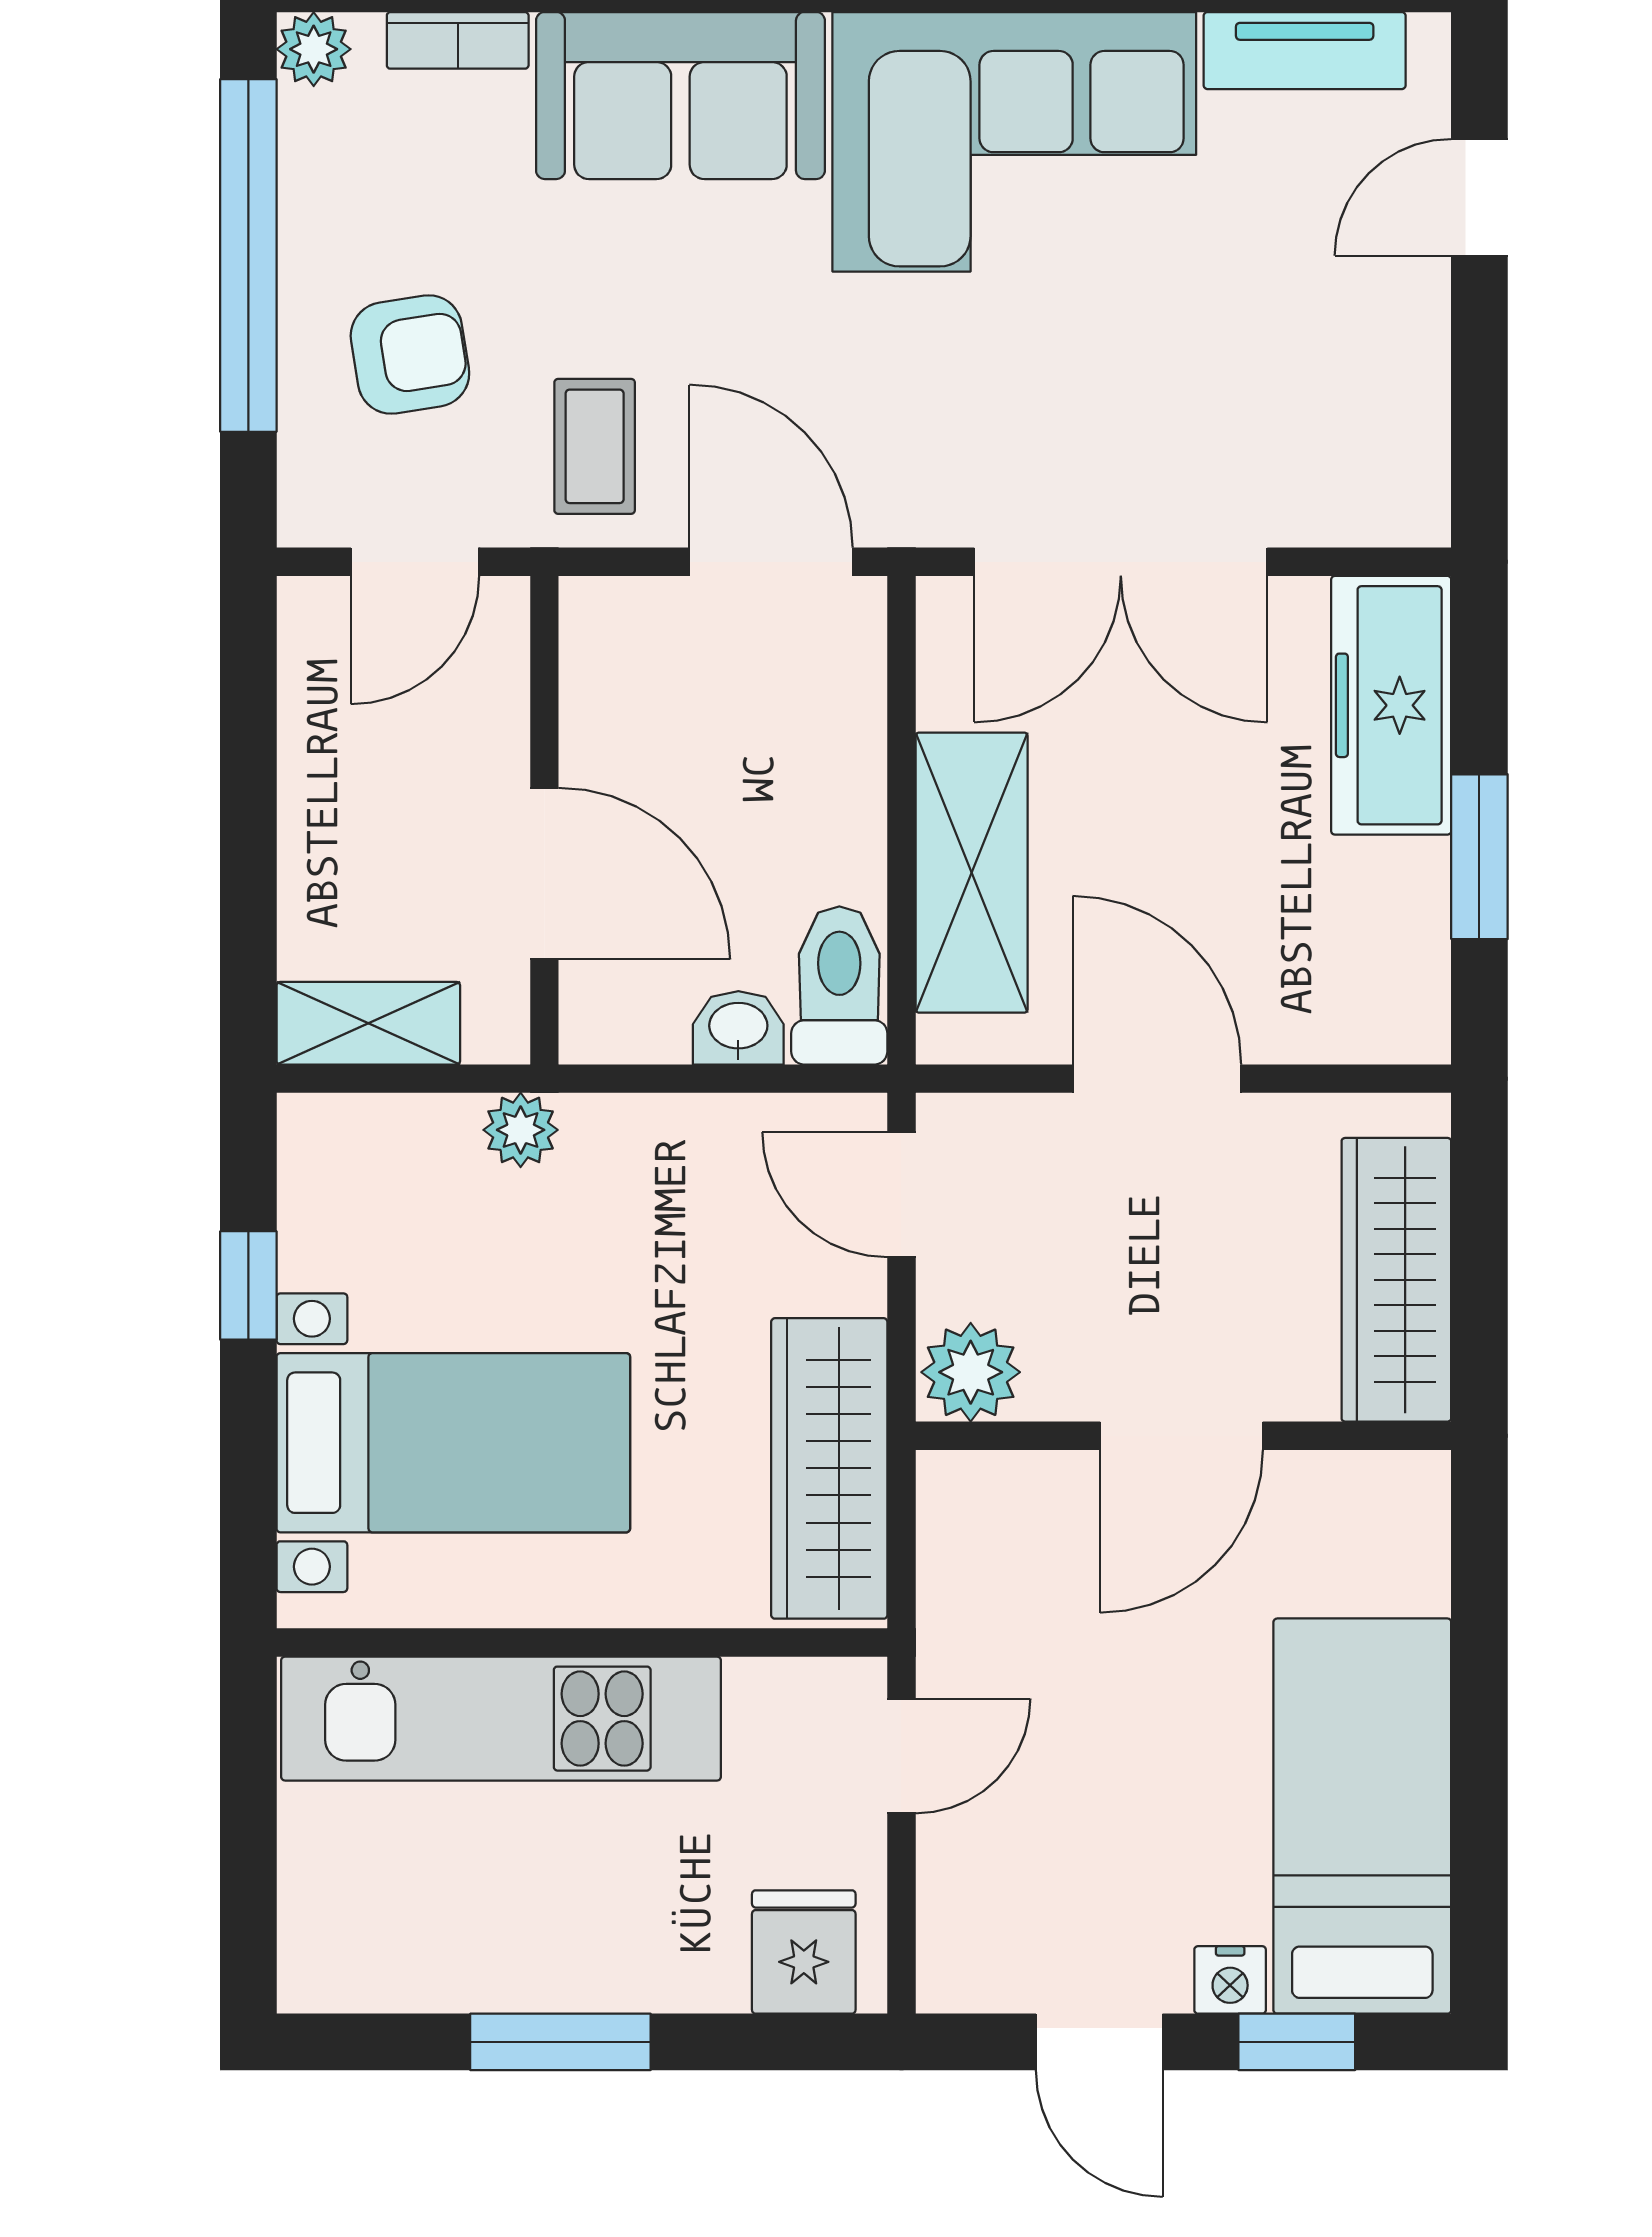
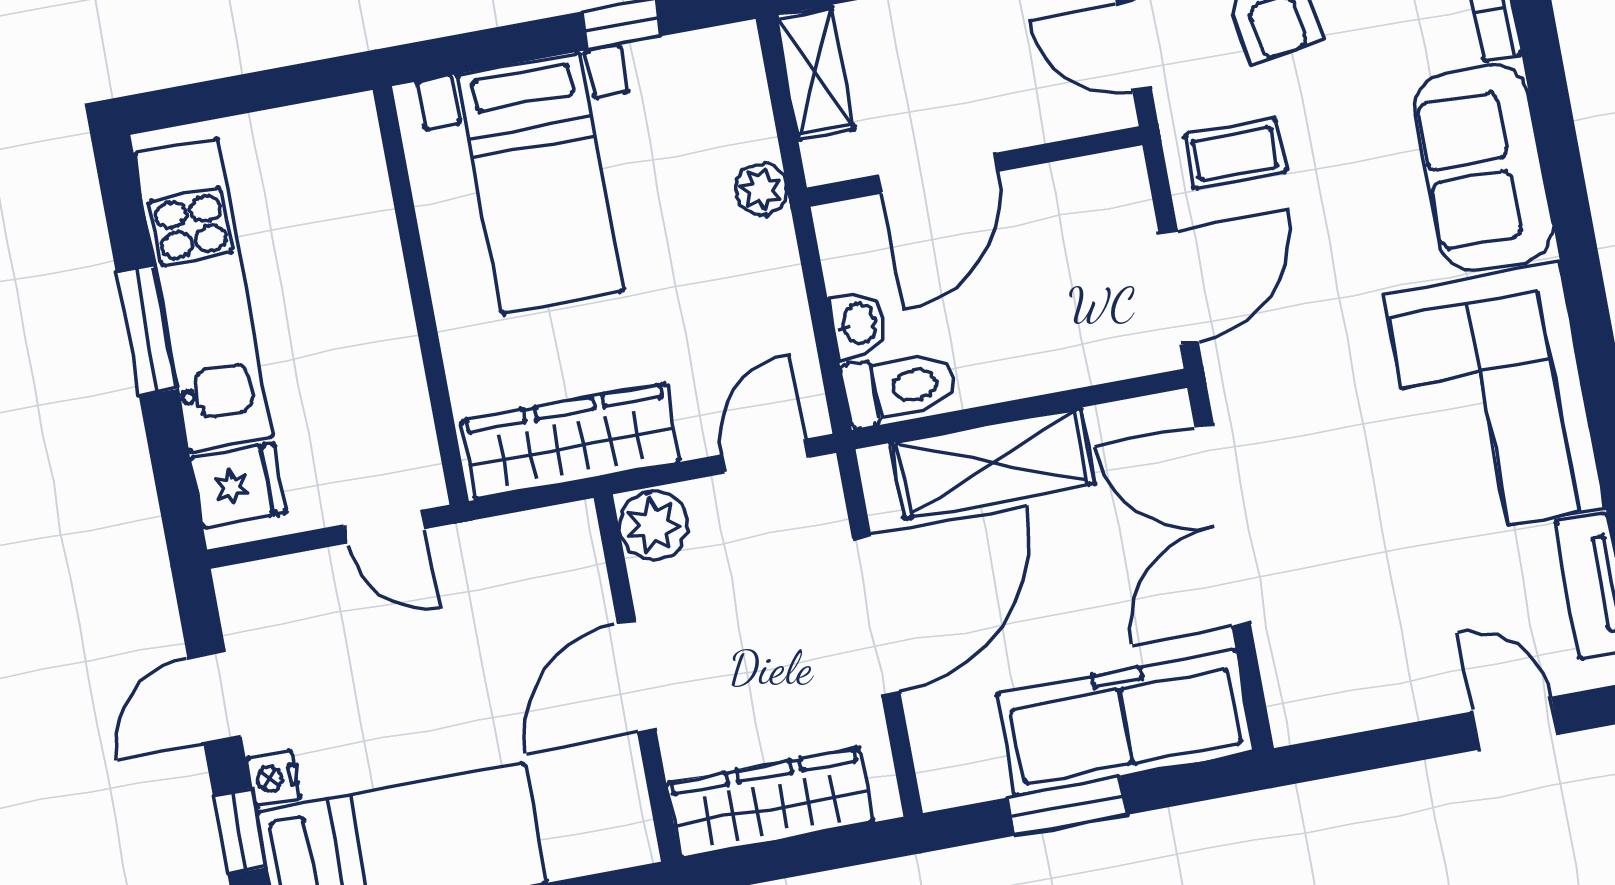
freezer: (1391, 705) -> (1125, 722), width x1.36, depth x1.26
door: (1157, 1079) -> (876, 615), width x1.36
door: (1181, 1436) -> (637, 677), hinge flipped
kitchen unit: (501, 1719) -> (203, 295), moved, turned 180

